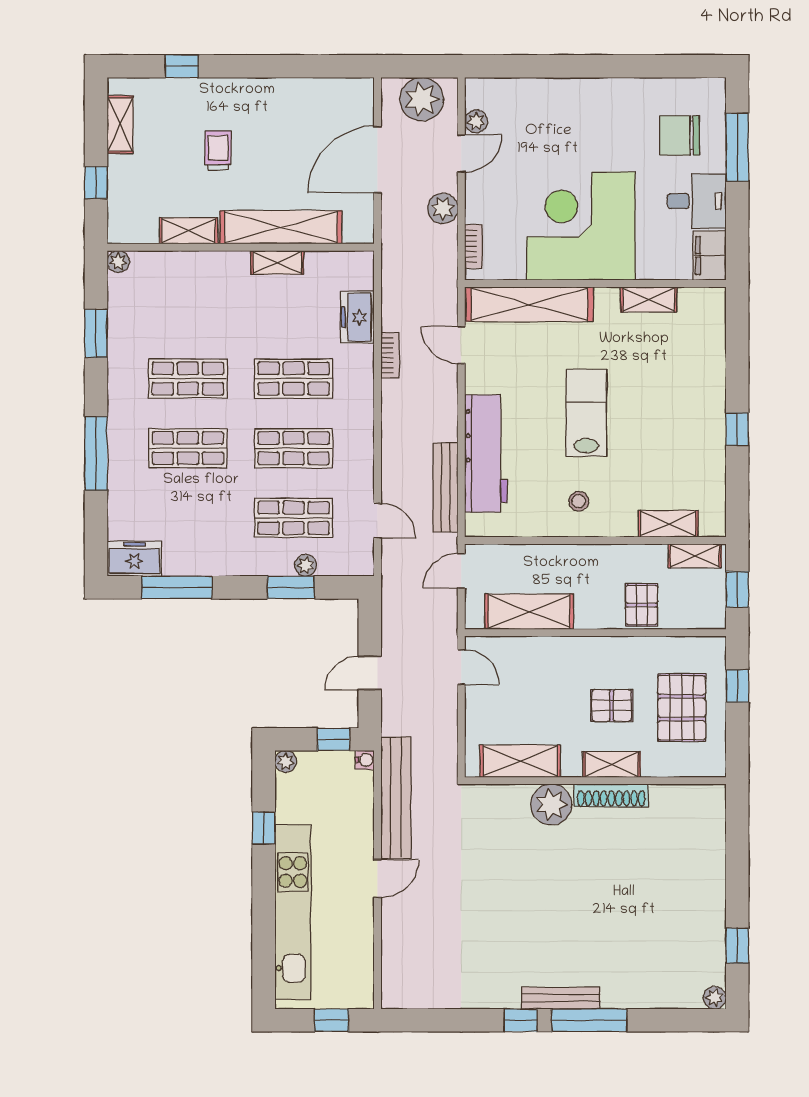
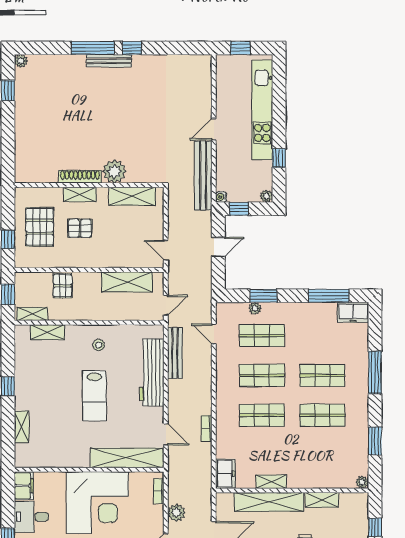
shelving: (649, 299) -> (22, 427), moved, turned 90
freezer: (357, 317) -> (225, 474), moved

